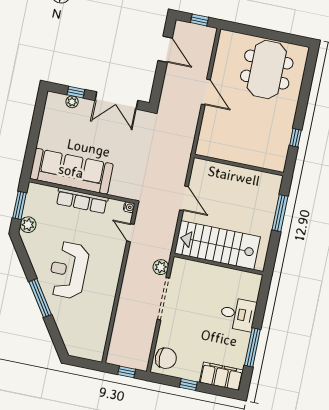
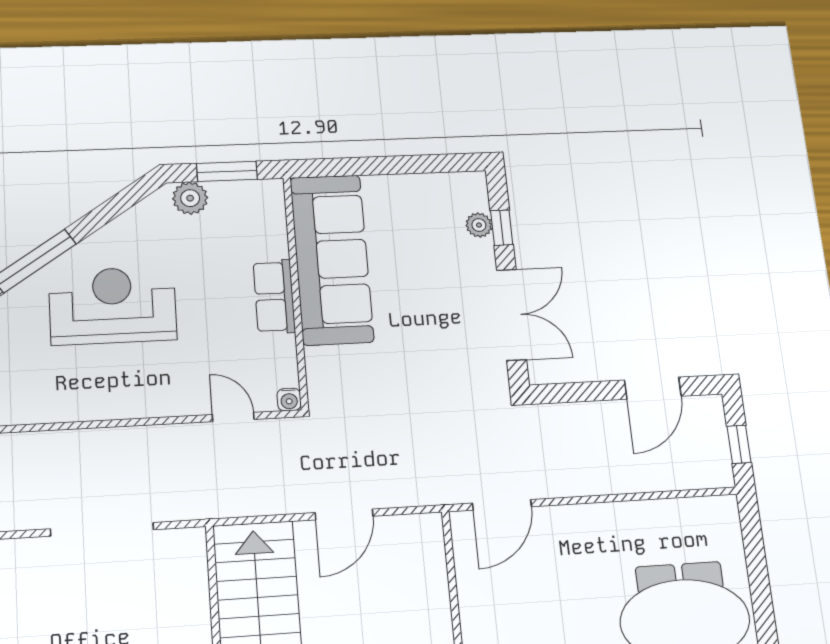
door: (206, 92) -> (502, 505), moved
double door: (116, 100) -> (511, 315), swing flipped
row of seats: (82, 201) -> (274, 297), width x0.68
door: (130, 233) -> (233, 417), hinge flipped
plant: (161, 267) -> (173, 504), removed

